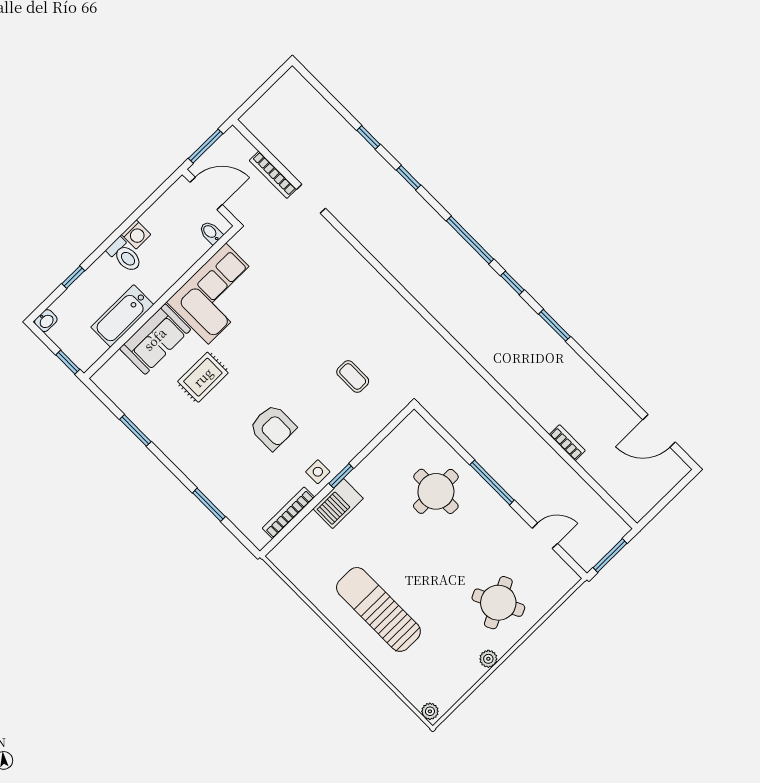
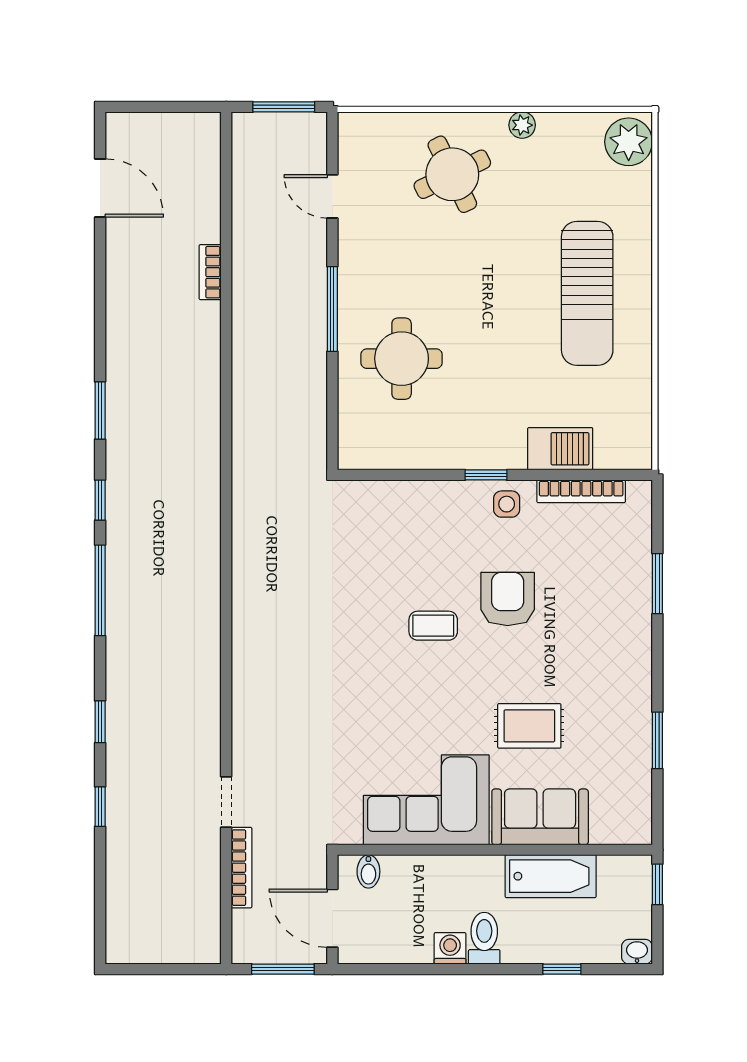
coffee table: (353, 377) -> (433, 626), moved, turned 90
barbecue: (338, 504) -> (560, 449), moved
plant: (430, 711) -> (629, 142), width x1.87, depth x1.87

